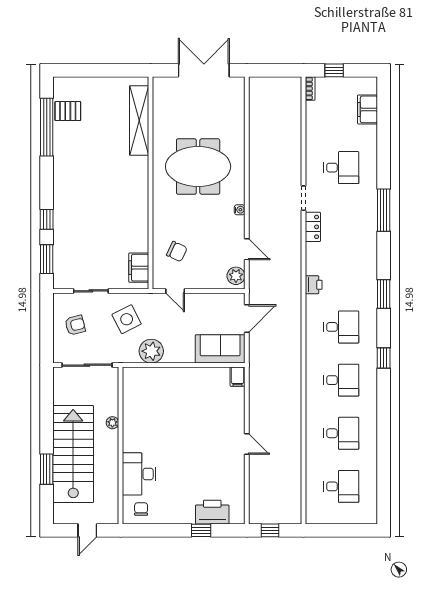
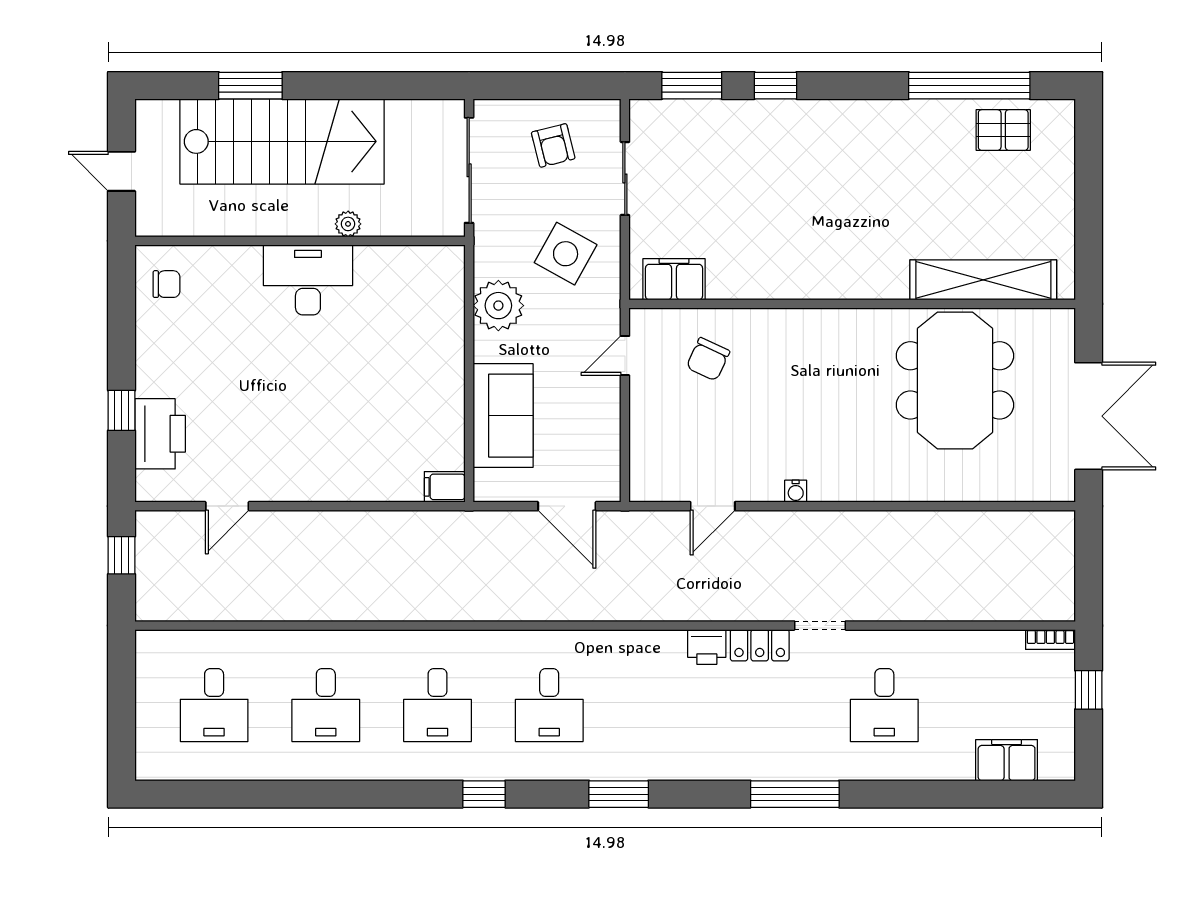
pallet: (68, 111) -> (1003, 130), turned 90
meeting table: (198, 167) -> (955, 380), moved
plant: (236, 276) -> (657, 484), removed
printer: (314, 285) -> (707, 647), moved
side table: (127, 319) -> (566, 254), turned -34
sofa: (220, 349) -> (503, 416), moved
door: (247, 444) -> (227, 506), moved
desk: (139, 474) -> (308, 280), moved

